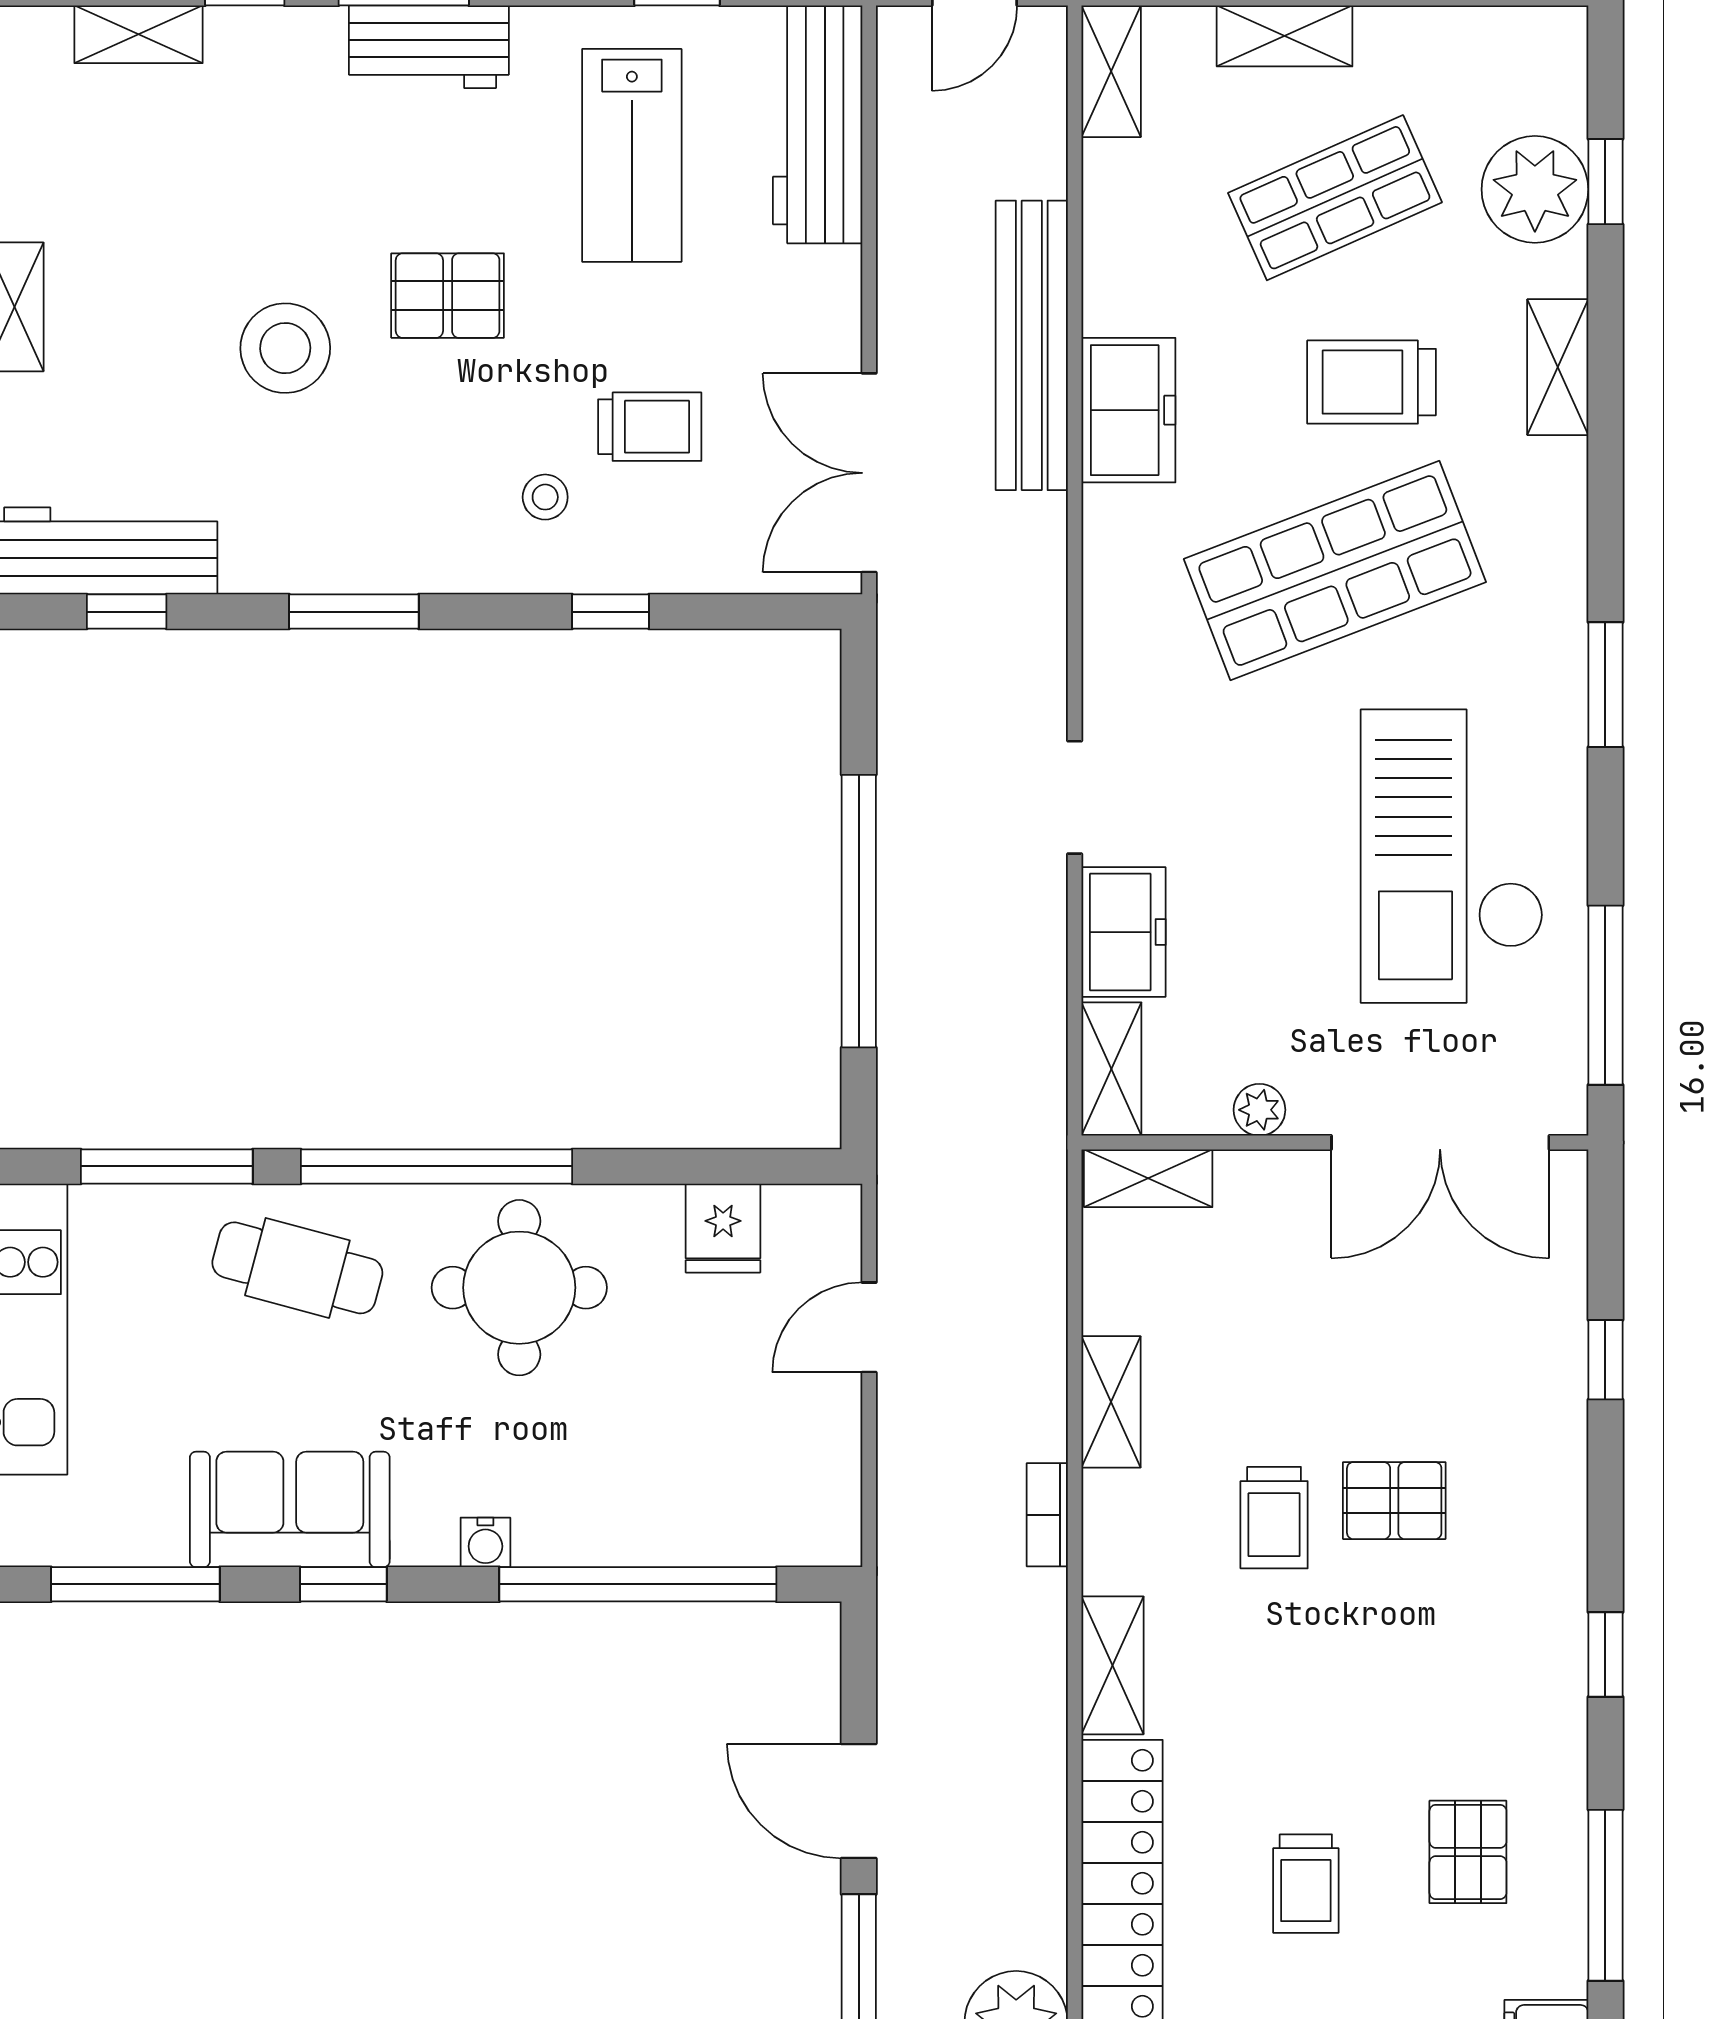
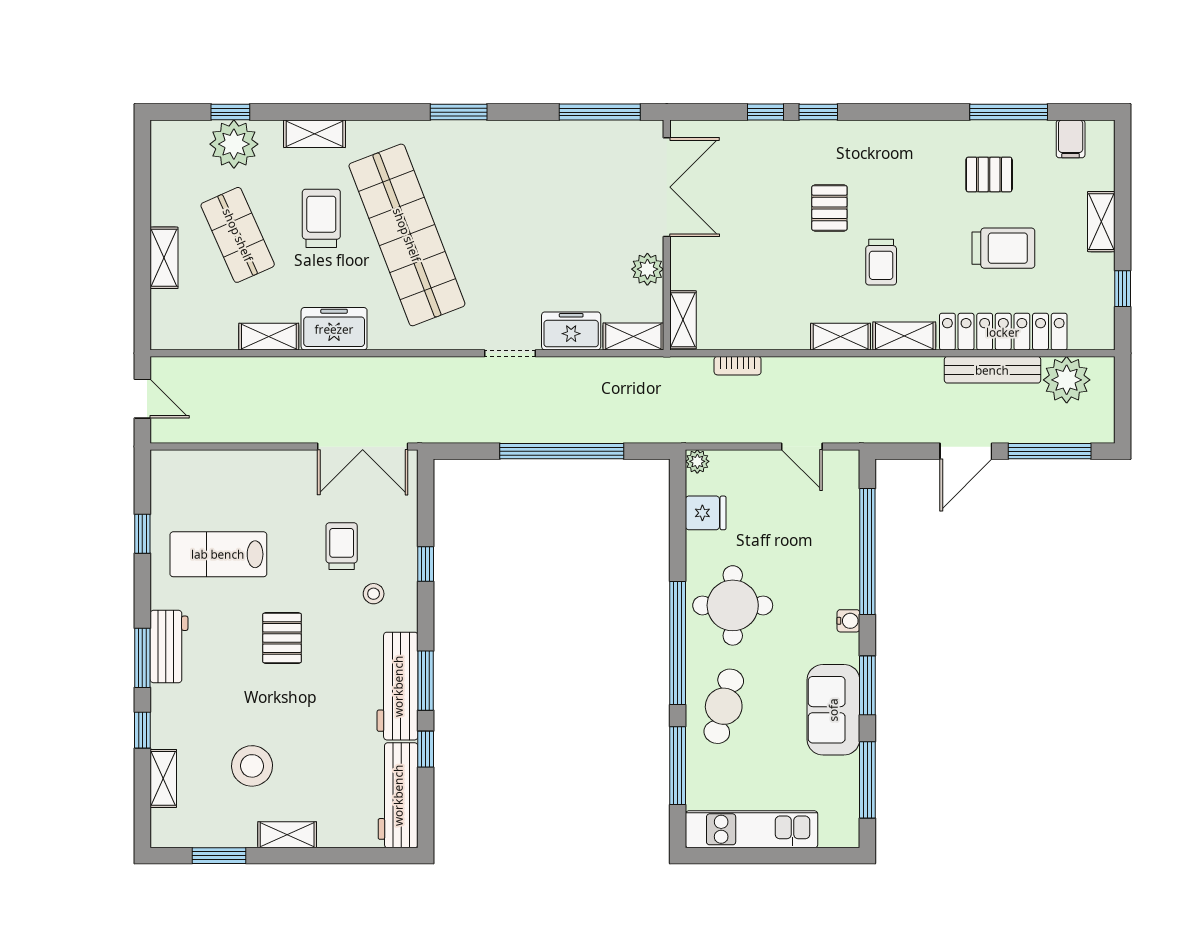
shelving: (1111, 71) -> (269, 337), moved
workbench: (818, 124) -> (398, 686), moved, turned 90
lab bench: (632, 155) -> (218, 554), turned 180
bench: (1032, 345) -> (992, 370), moved, width x0.73, depth x0.82
stool: (285, 348) -> (252, 766), moved
trolley: (1372, 382) -> (321, 218), turned 180
shop shelf: (1335, 571) -> (407, 235), width x1.40
window: (127, 612) -> (426, 749), moved
checkout: (1452, 856) -> (537, 182), removed
plant: (1259, 1110) -> (647, 269), width x1.38, depth x1.38
plant: (836, 1210) -> (697, 461), added
door: (869, 1327) -> (802, 447), moved
shelving: (1111, 1402) -> (841, 337), moved
bookcase: (1047, 1515) -> (738, 366), moved
trolley: (1274, 1518) -> (881, 262), moved, turned 90
window: (343, 1584) -> (867, 685), width x1.50
window: (1605, 1655) -> (818, 112), moved
trolley: (1306, 1884) -> (1003, 248), width x1.36, depth x1.39

